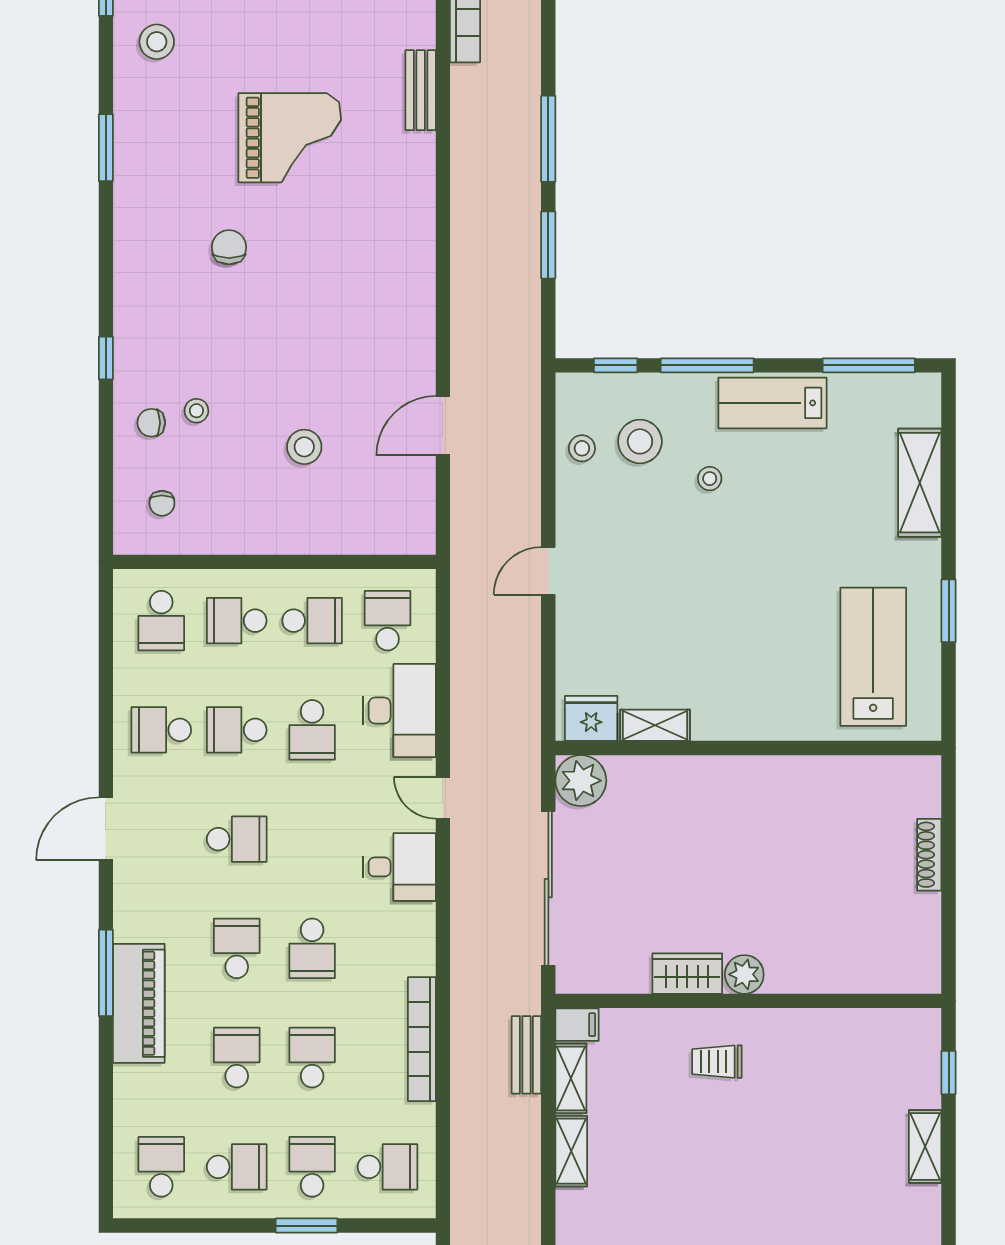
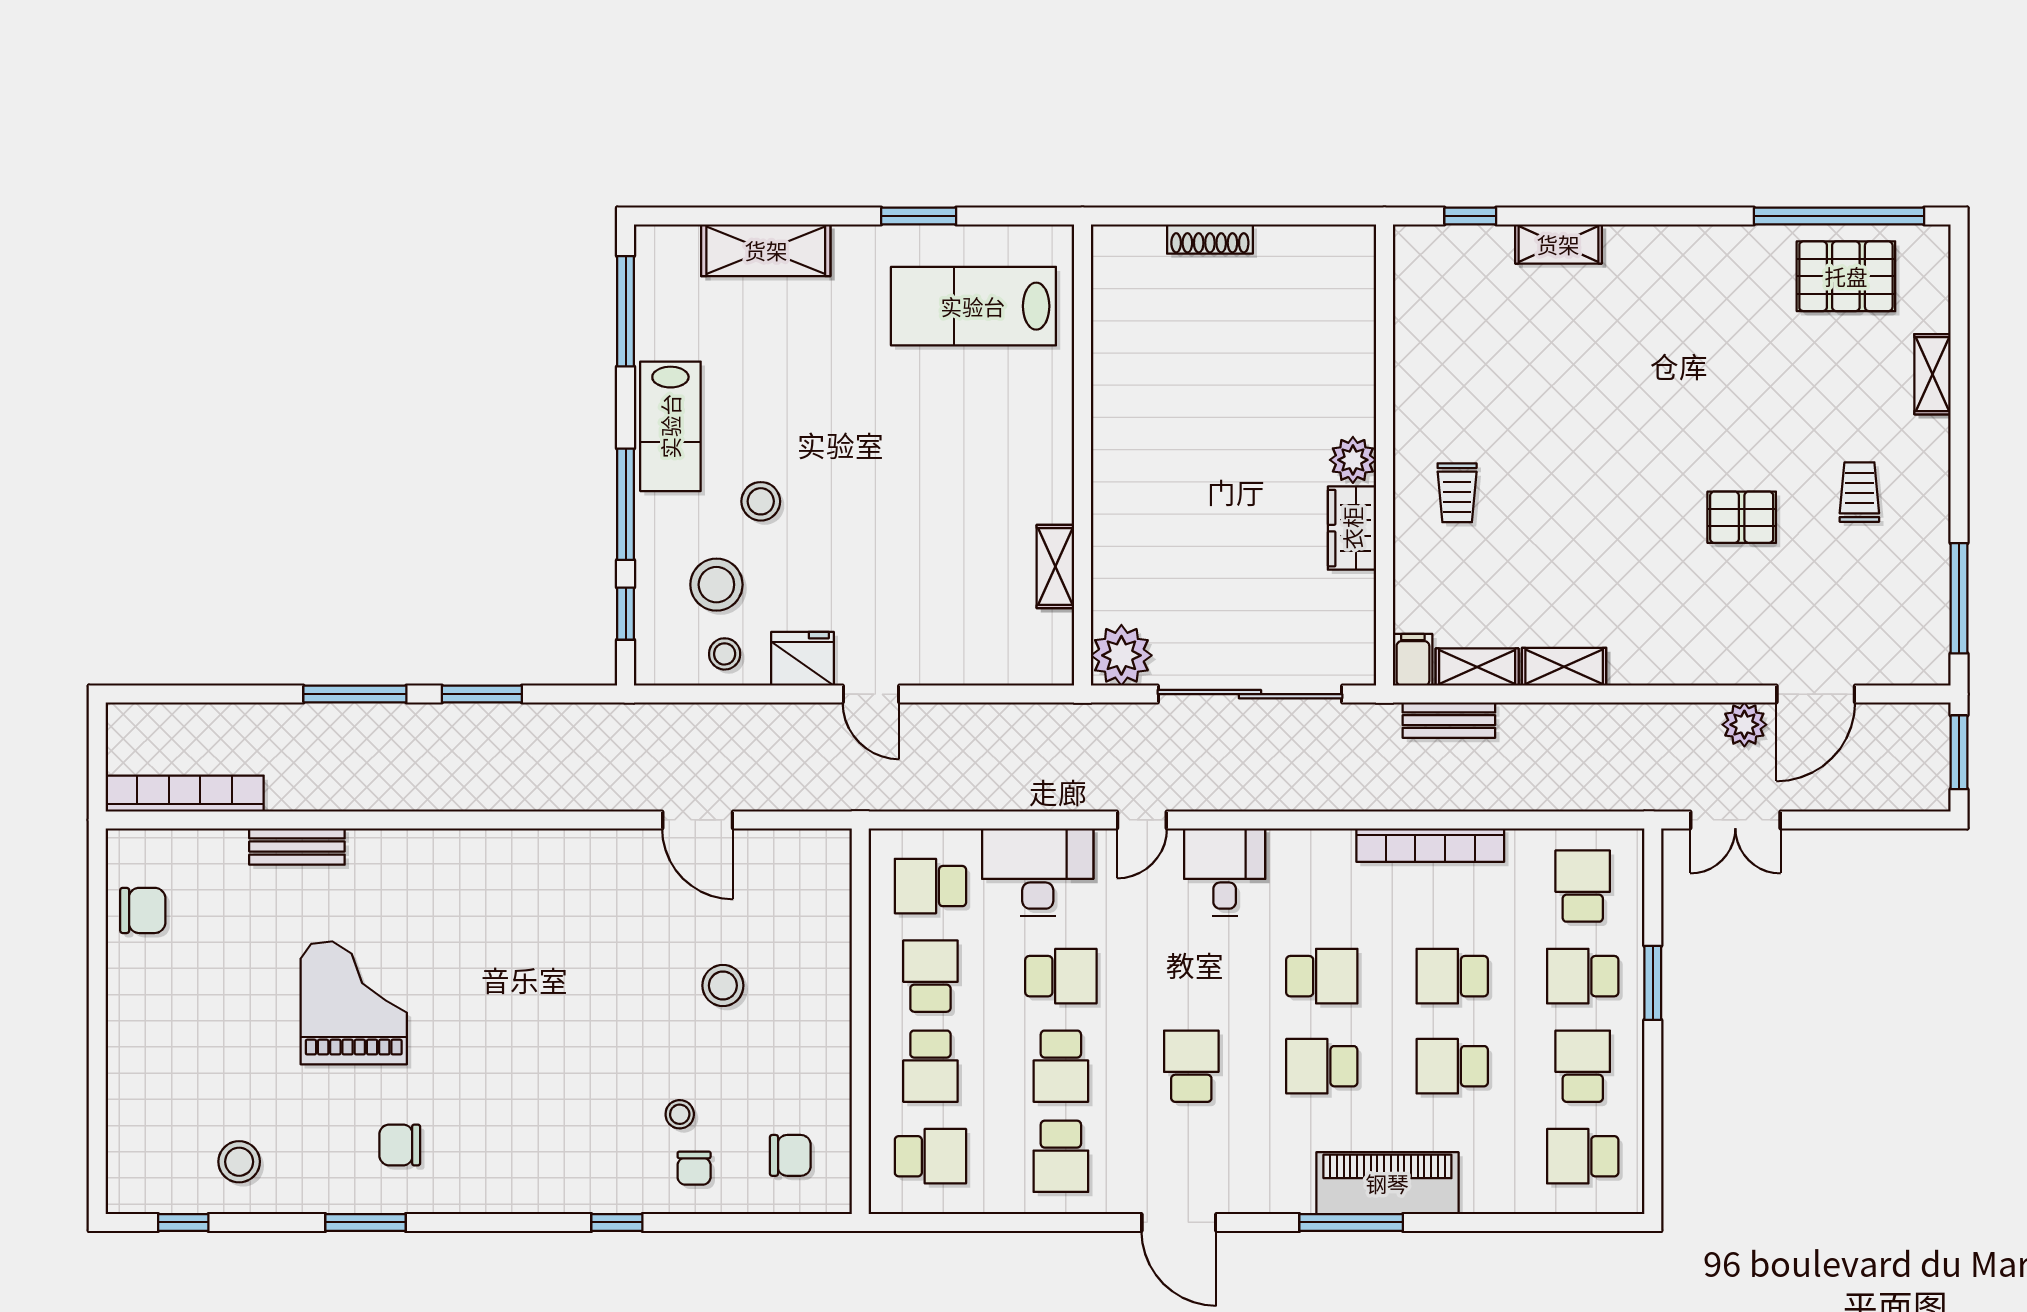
chair: (229, 247) -> (400, 1145), moved
stool: (710, 479) -> (761, 501), width x1.37, depth x1.37
chair: (162, 503) -> (790, 1155), width x1.37, depth x1.37
fridge: (591, 718) -> (802, 659), moved, turned 90

